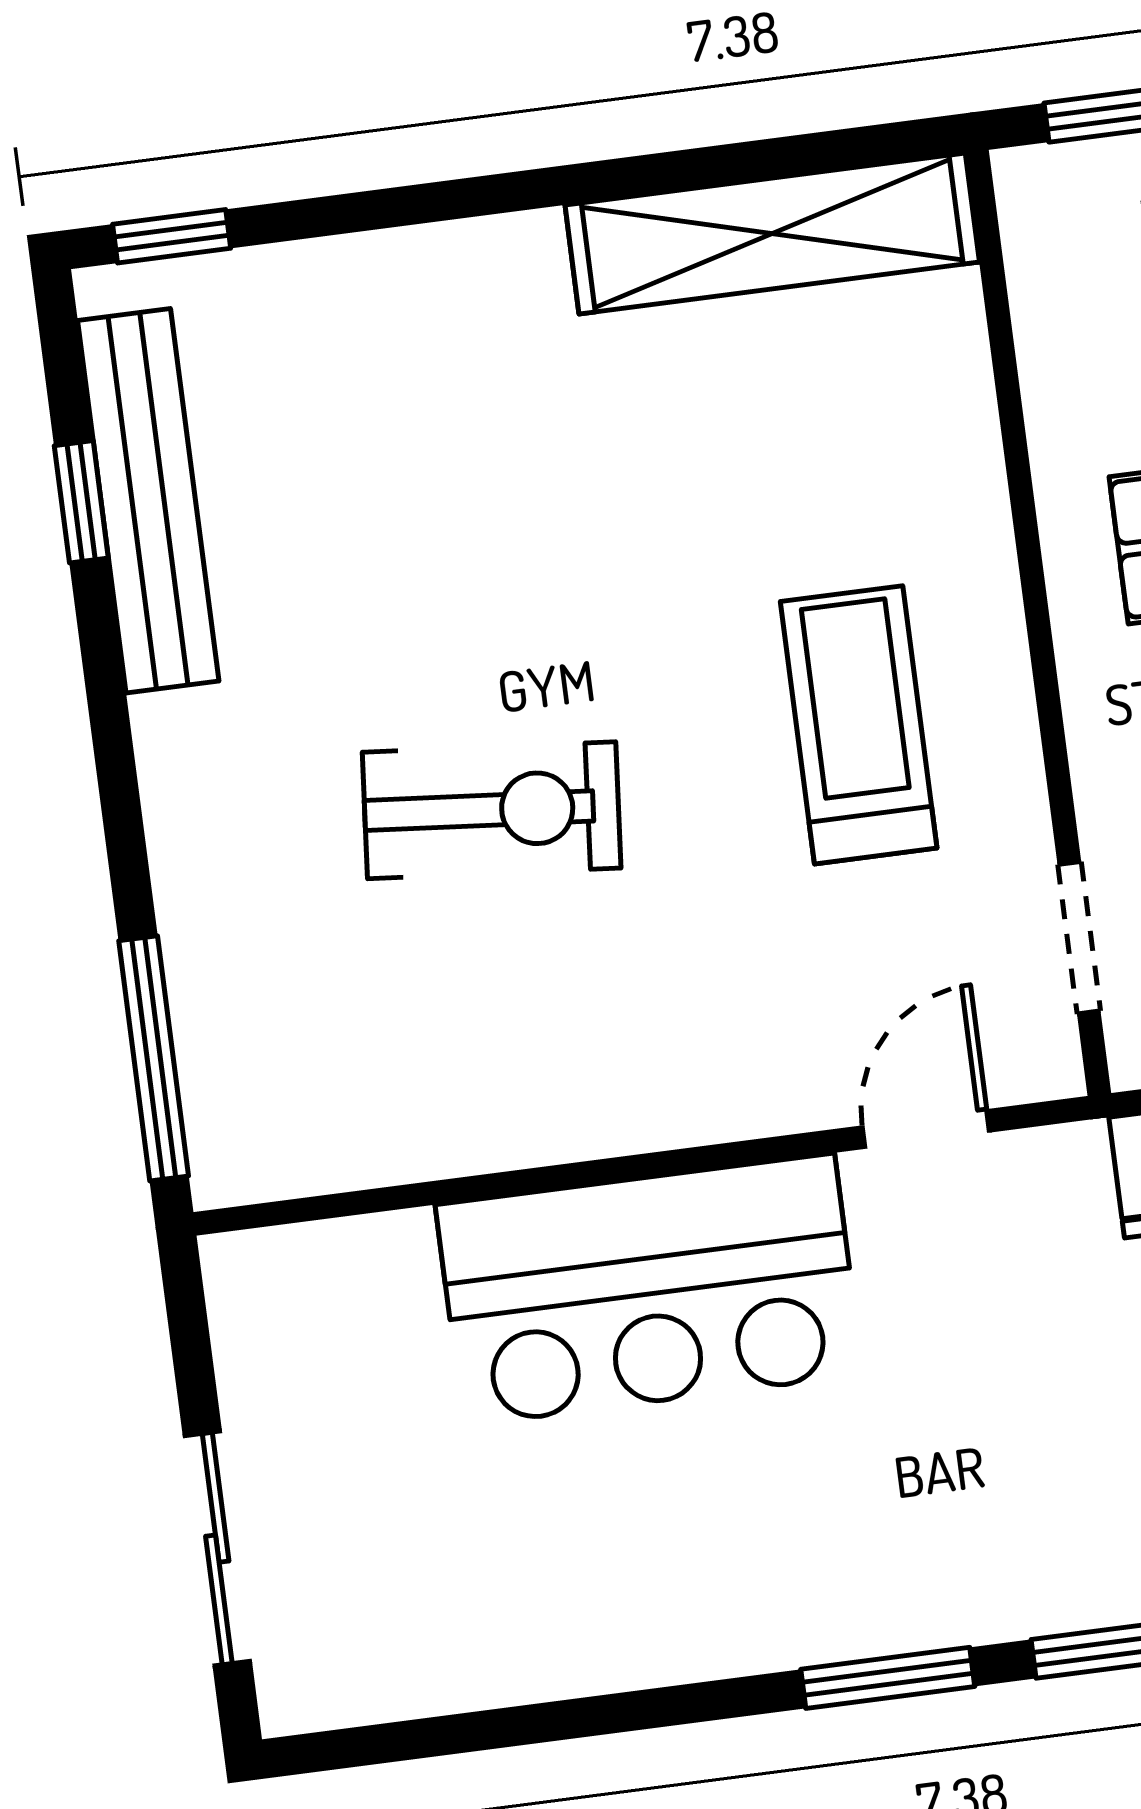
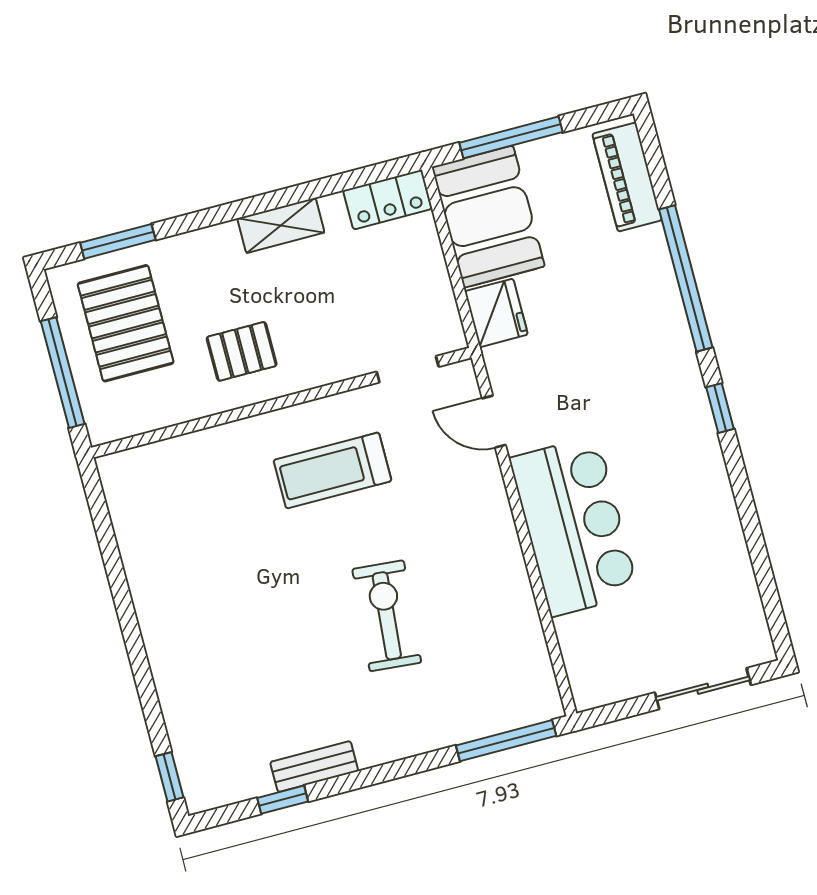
shelving: (772, 234) -> (137, 532), removed
bench: (148, 501) -> (314, 767), width x0.54, depth x0.82
window: (888, 1678) -> (720, 408), width x0.67

